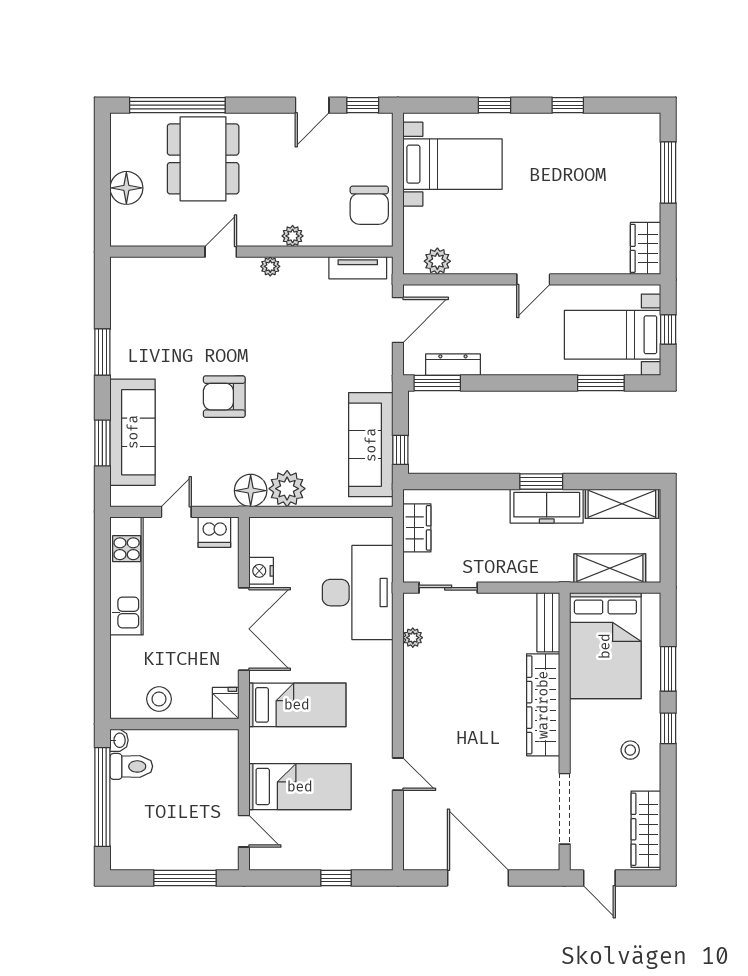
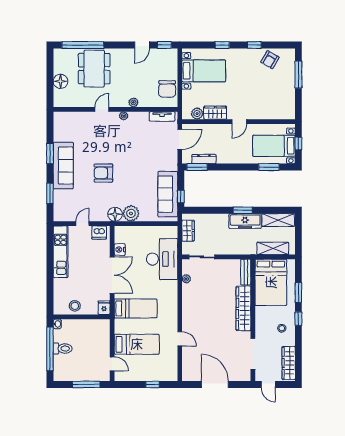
armchair: (603, 139) -> (270, 60), added
wardrobe: (645, 248) -> (215, 113), moved, turned 90
sofa: (133, 432) -> (63, 166), moved
toilet: (131, 766) -> (63, 349), moved

